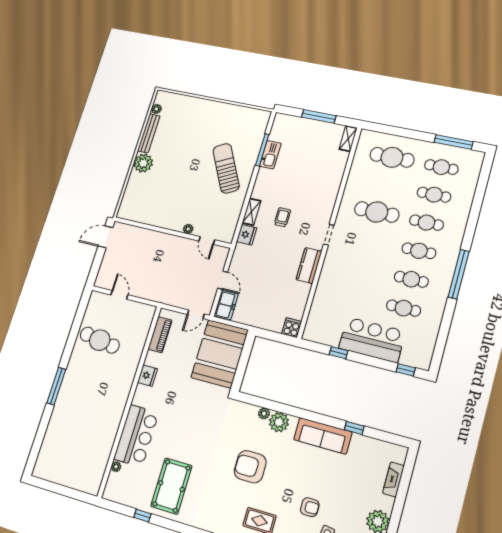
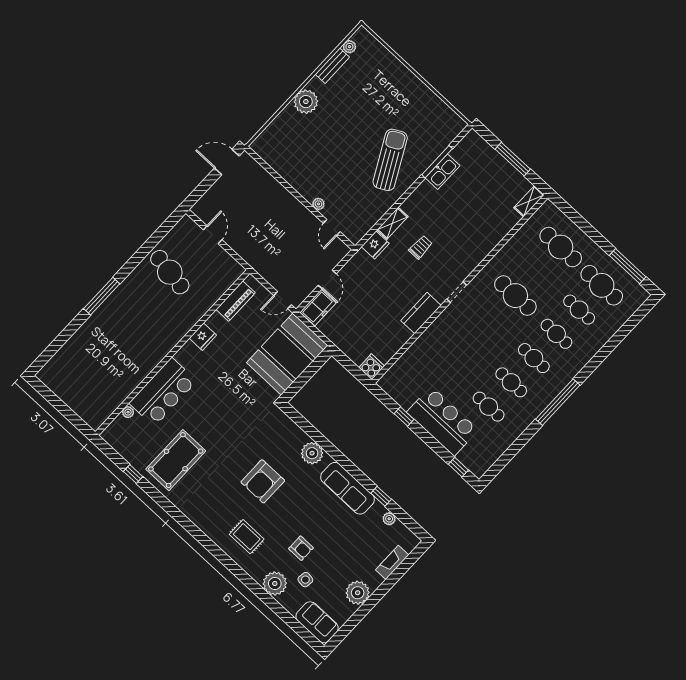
bench: (149, 133) -> (332, 66), width x0.73
cafe table: (441, 167) -> (602, 285), width x1.37, depth x1.35
plant: (264, 414) -> (389, 519), moved
armchair: (250, 467) -> (263, 481), turned -90

